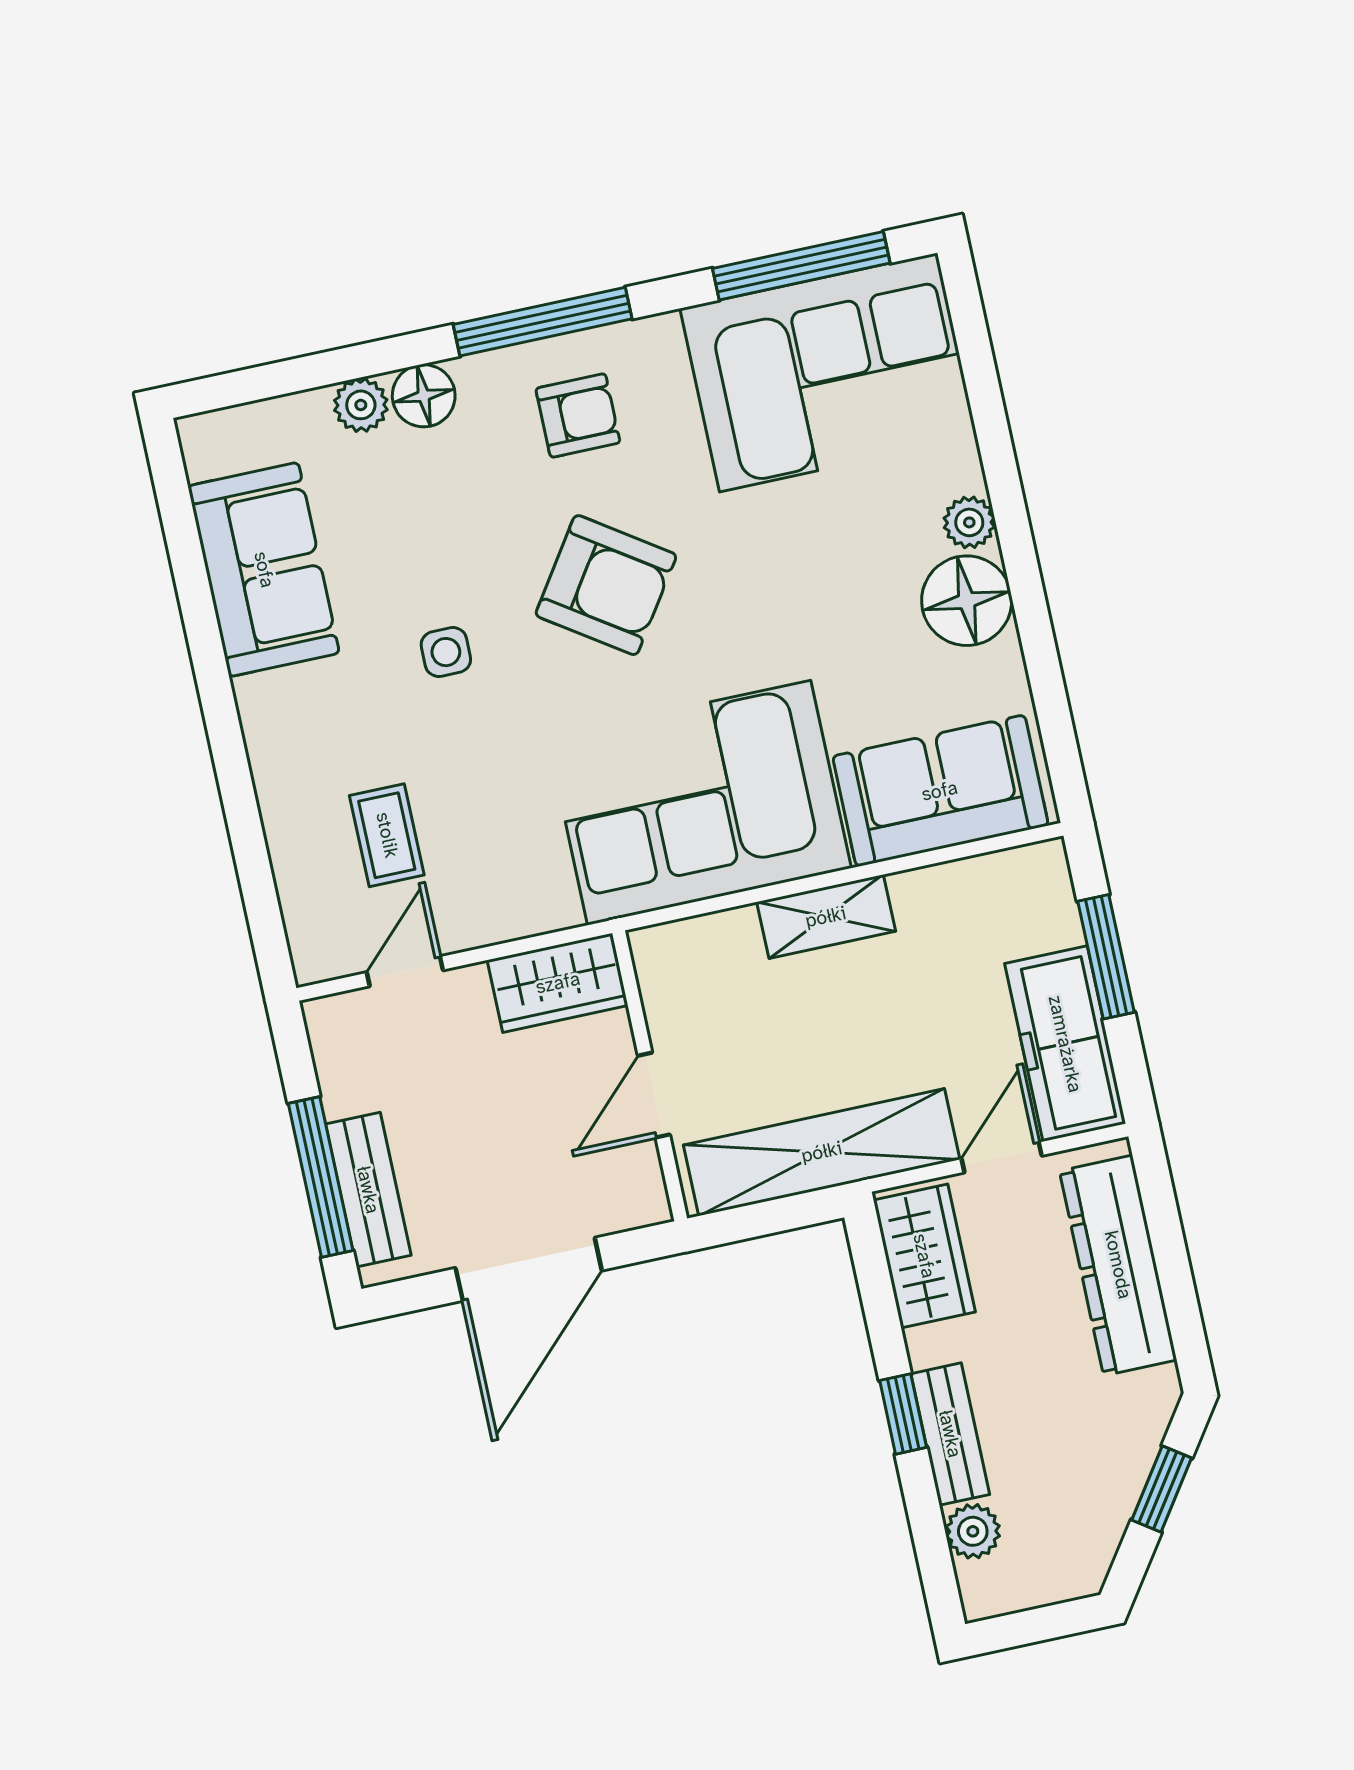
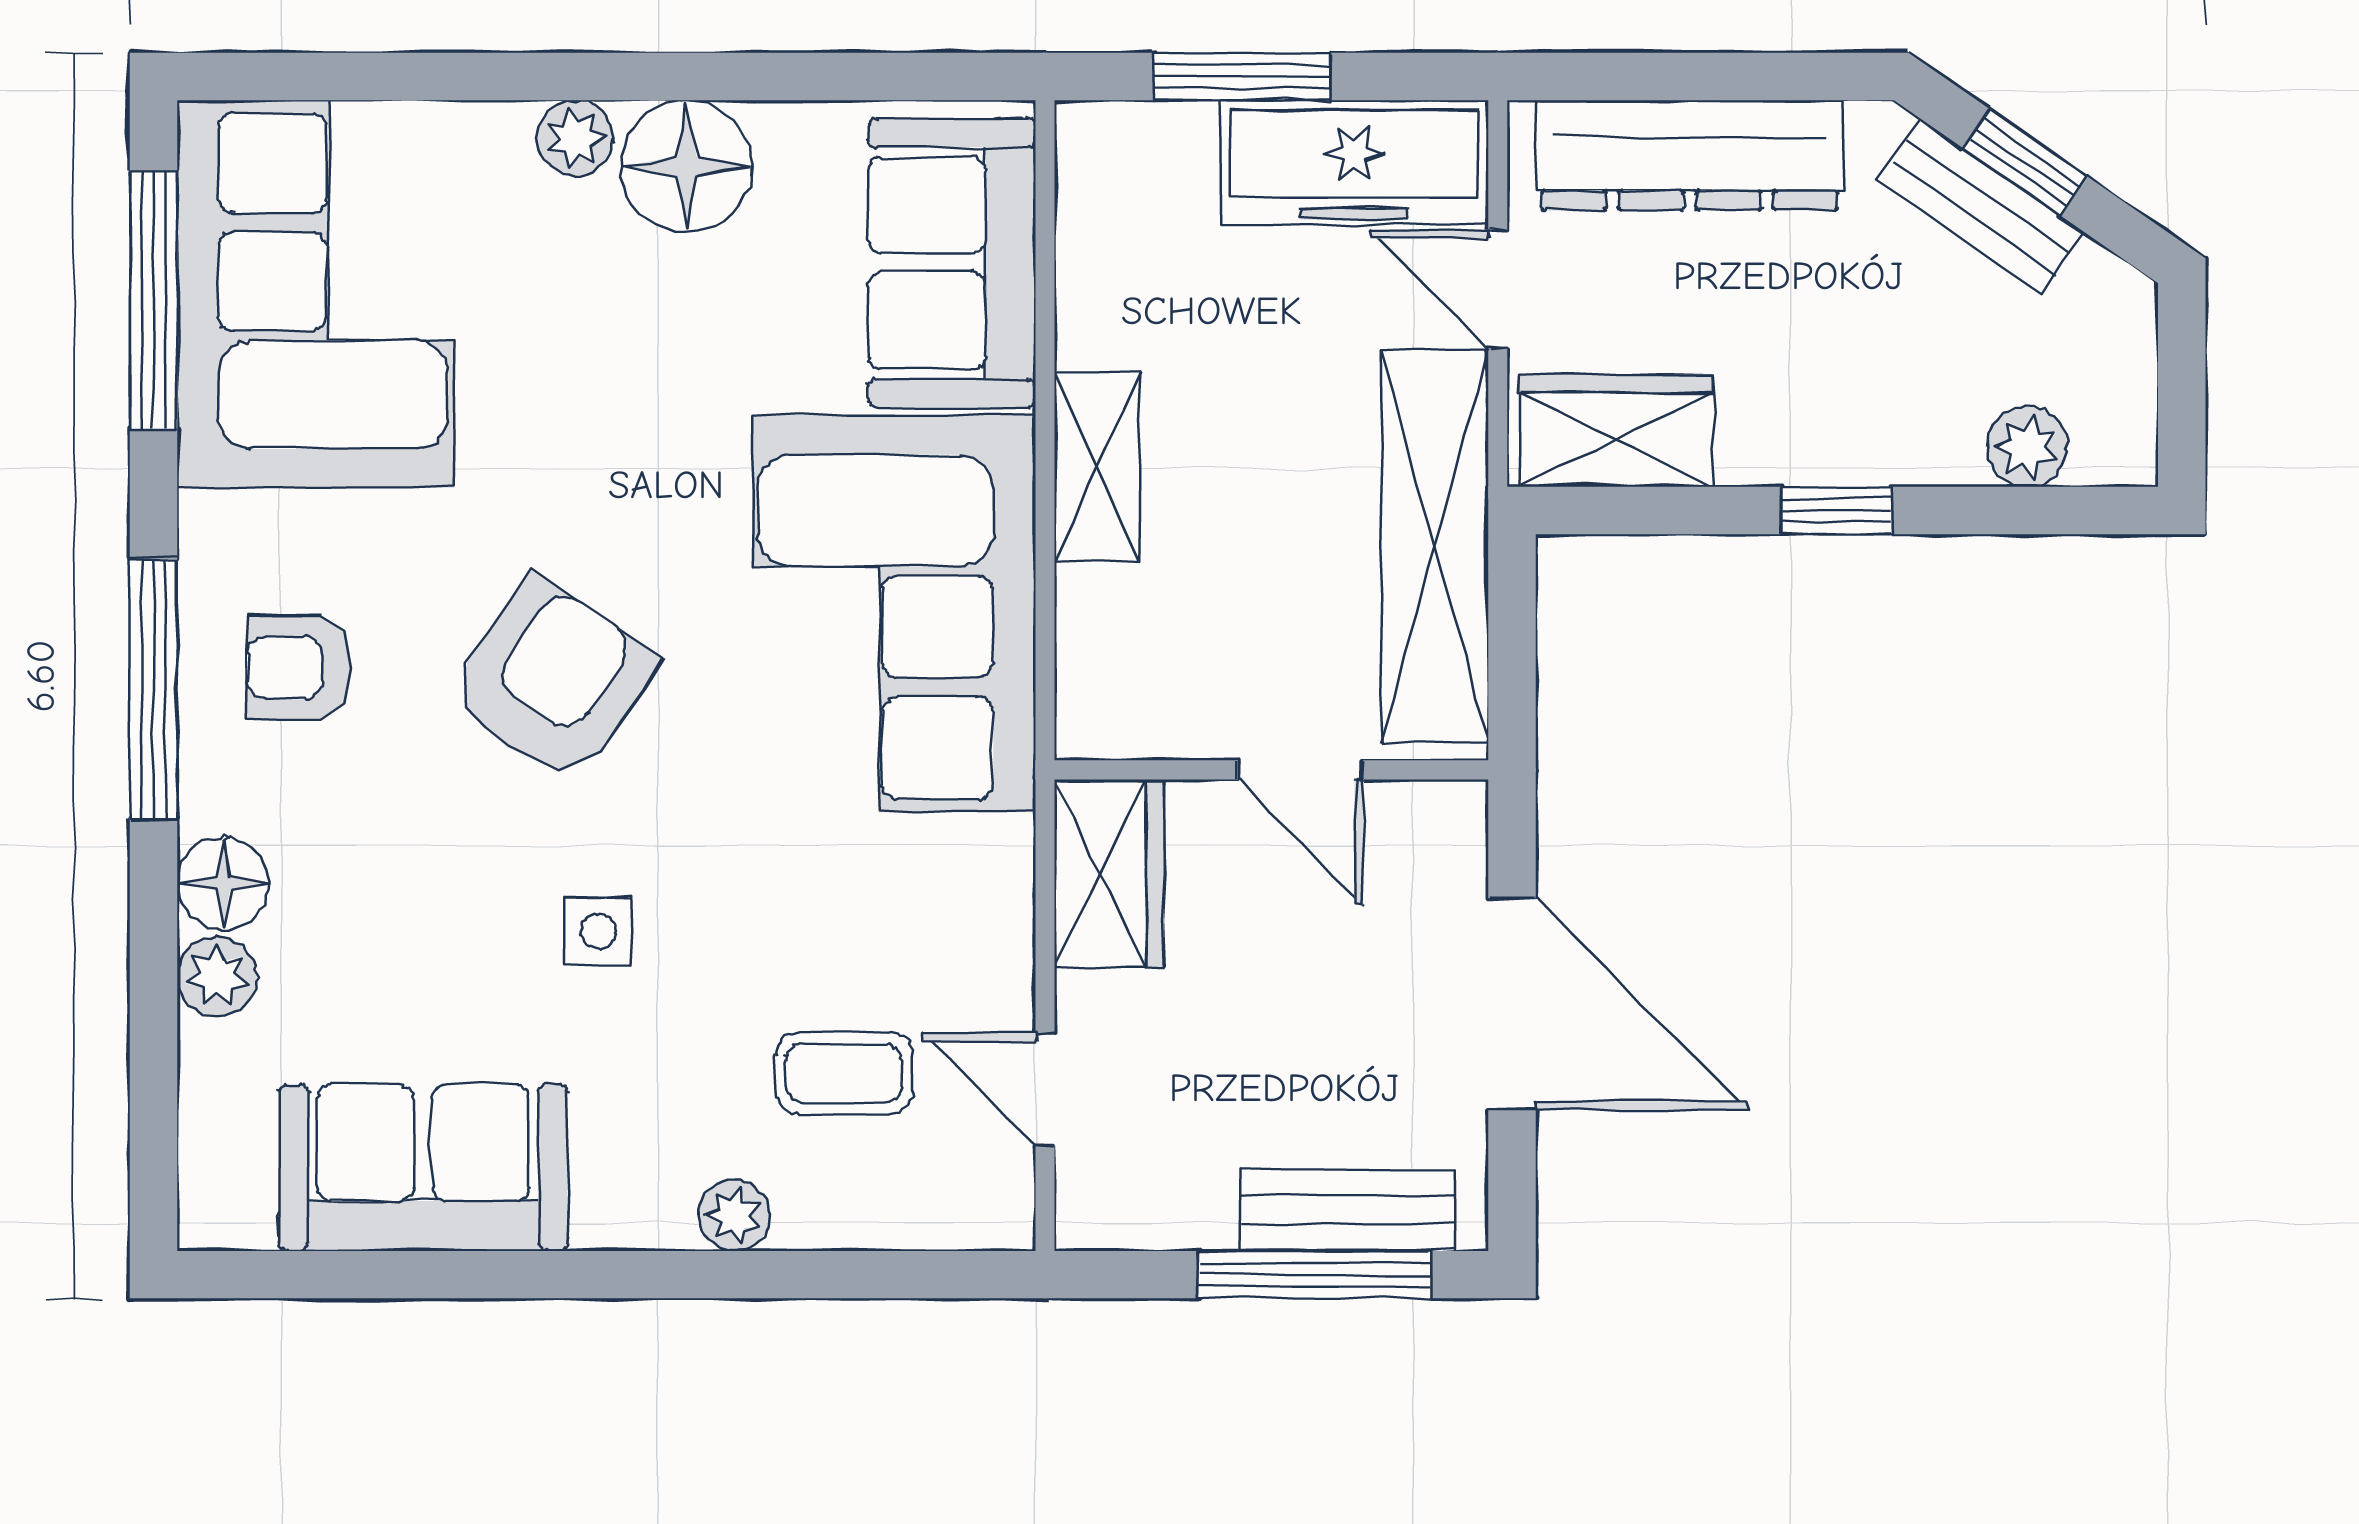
armchair: (578, 416) -> (299, 668), turned -90
plant: (277, 783) -> (734, 1215), added
bench: (950, 1434) -> (1981, 207), moved, turned 35

